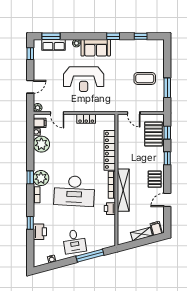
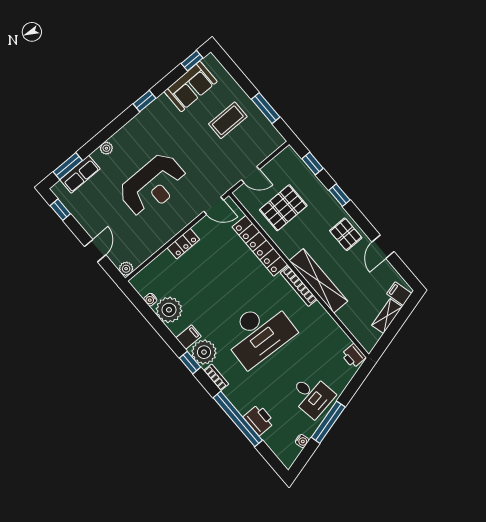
window: (141, 36) -> (192, 61), moved
sofa: (96, 48) -> (191, 87), moved
door: (57, 113) -> (214, 206), moved
locker: (86, 119) -> (183, 244), moved
filing cabinet: (40, 123) -> (188, 337), moved
pallet: (154, 134) -> (283, 208), moved, turned 90
printer: (110, 209) -> (354, 356), moved
window: (30, 223) -> (238, 419), width x3.17
window: (90, 256) -> (328, 422), moved

